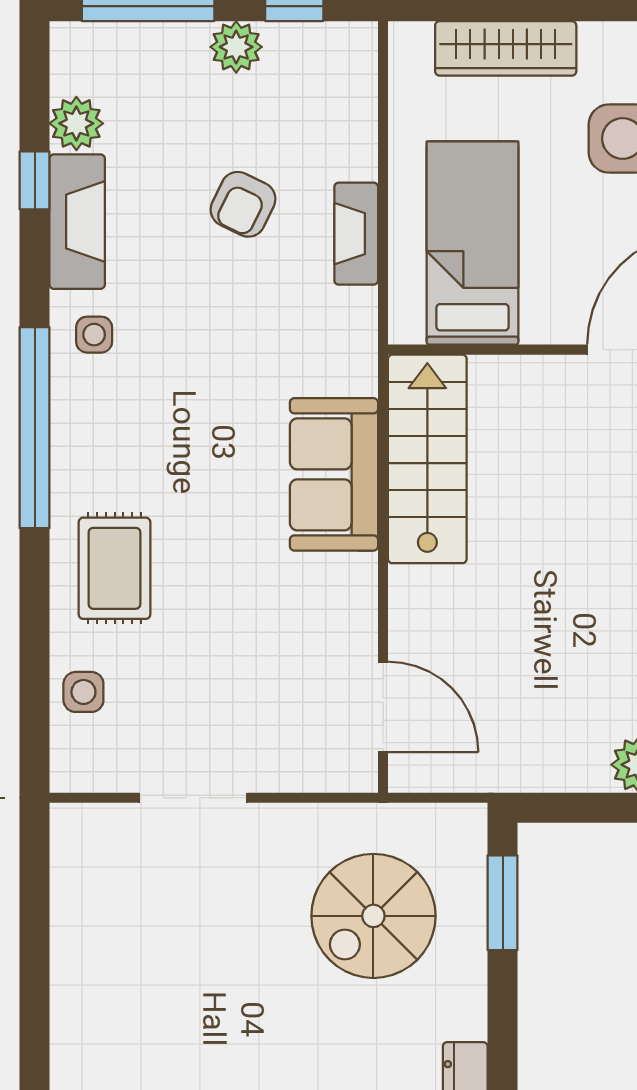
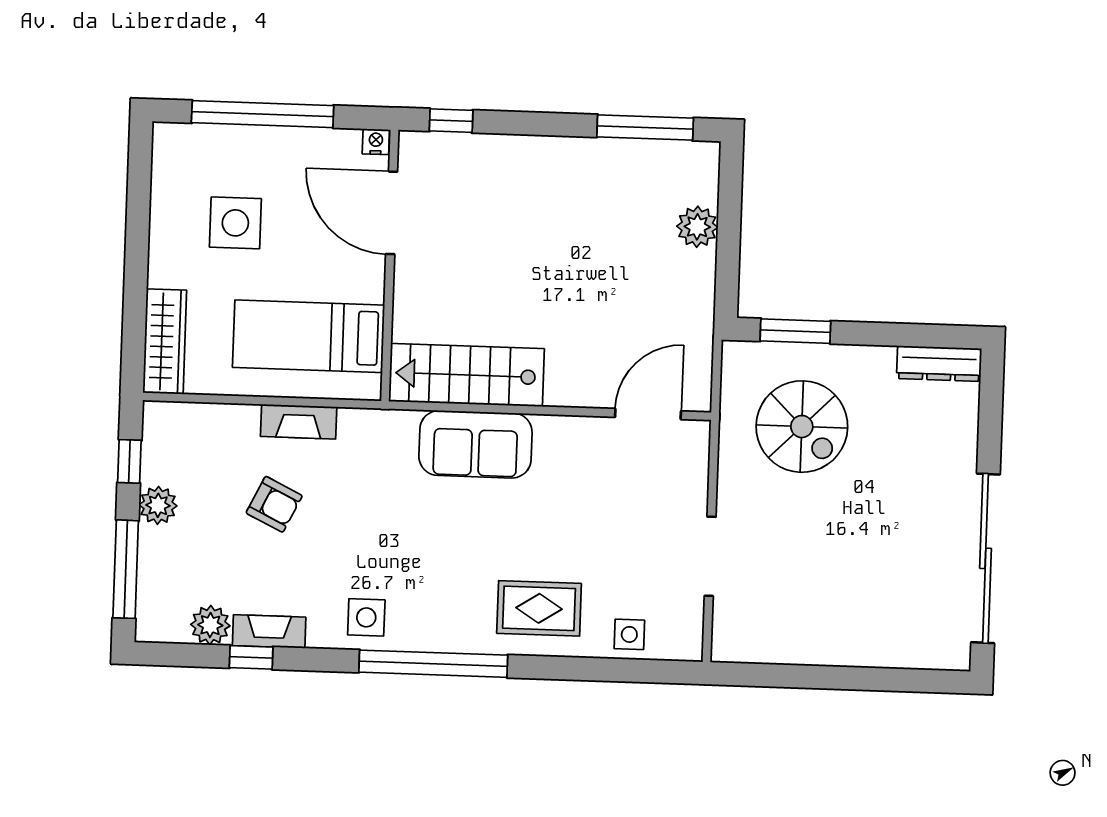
wardrobe: (506, 48) -> (165, 341), moved
fireplace: (77, 222) -> (269, 631), width x0.73, depth x0.76
side table: (94, 335) -> (366, 617), width x1.37, depth x1.37

